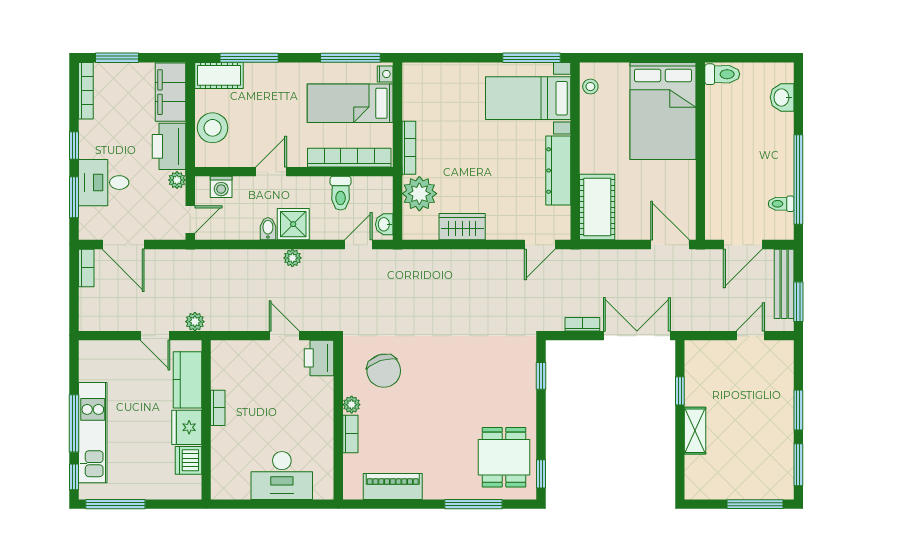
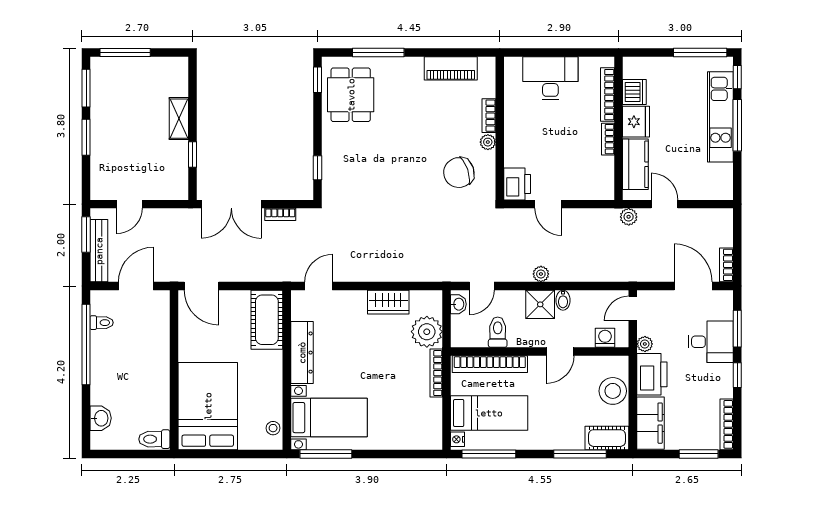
chair: (384, 371) -> (459, 173), turned -91
bookcase: (218, 457) -> (608, 95), added

